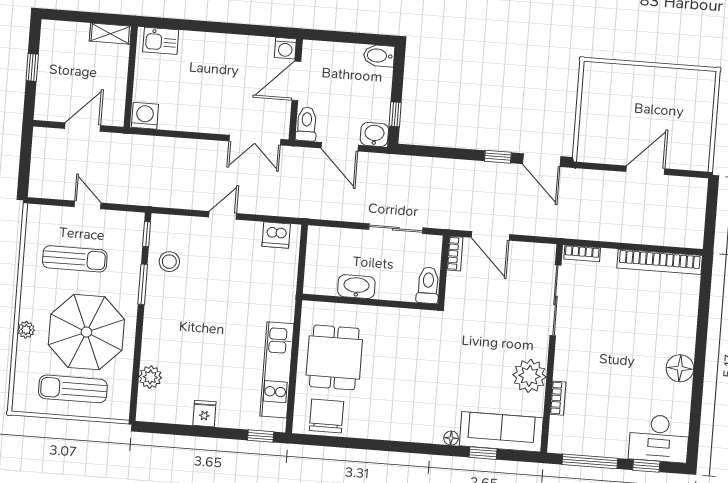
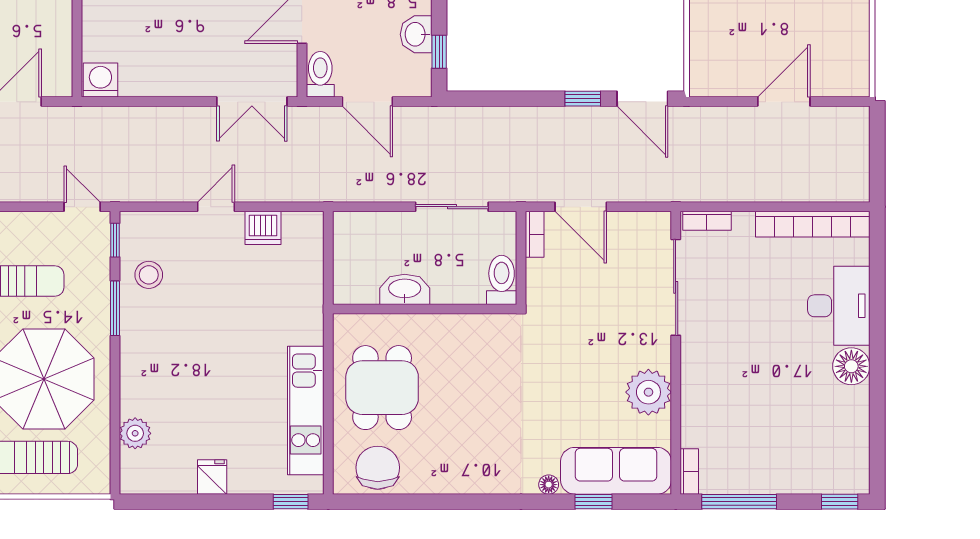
washbasin: (374, 134) -> (416, 34), moved, turned -90
door: (88, 205) -> (82, 207), moved
dishwasher: (276, 235) -> (263, 228), moved
bookcase: (558, 398) -> (689, 471), moved
desk: (659, 438) -> (839, 306), moved, turned -90
window: (646, 466) -> (840, 502), moved

